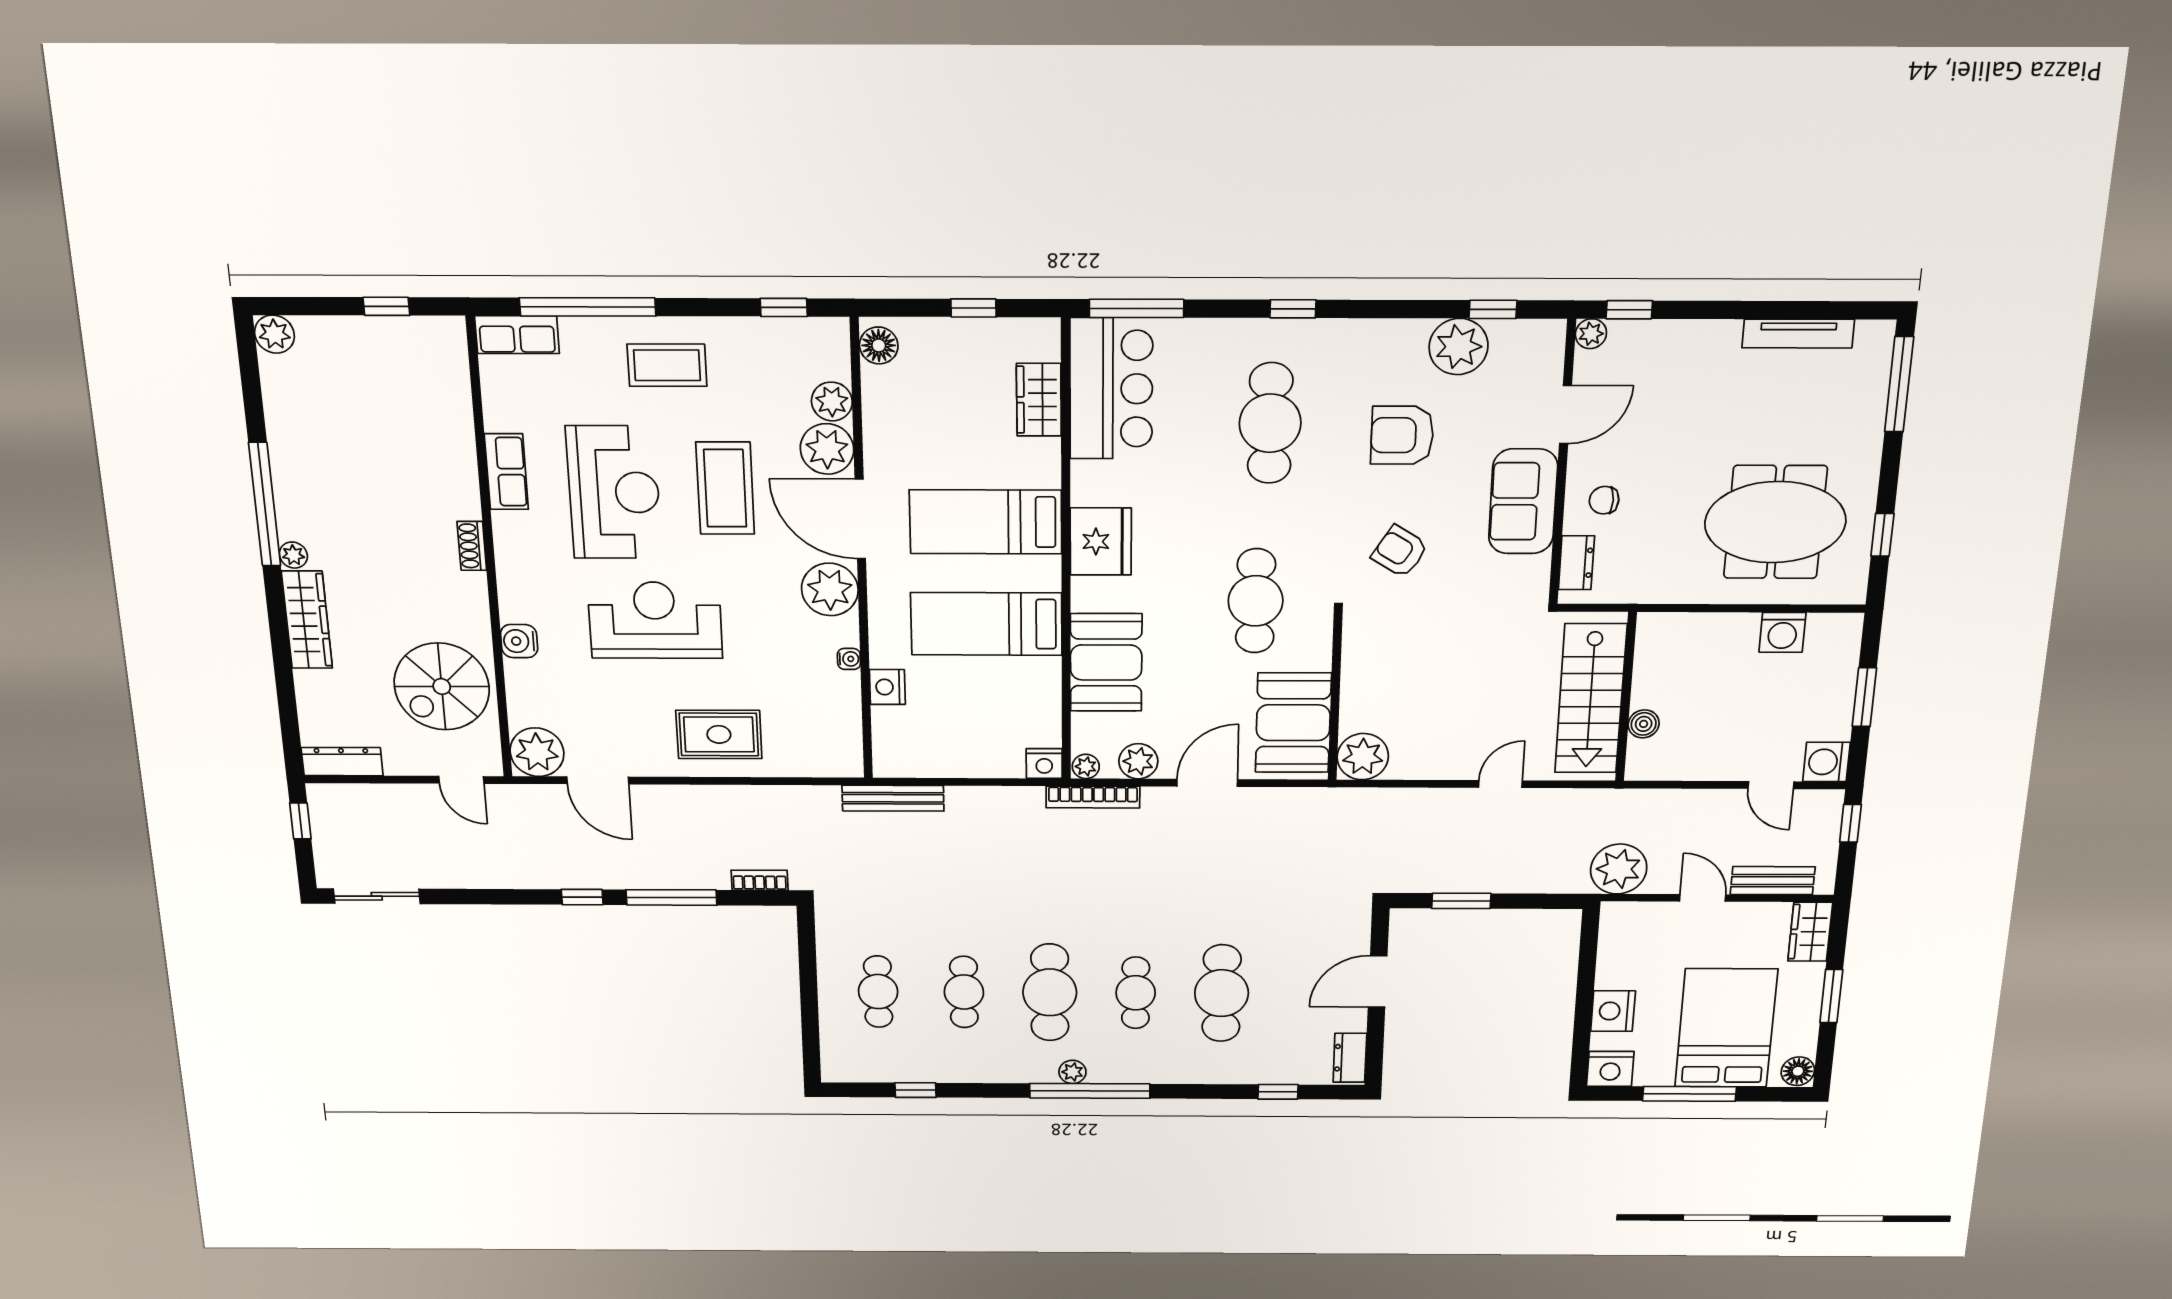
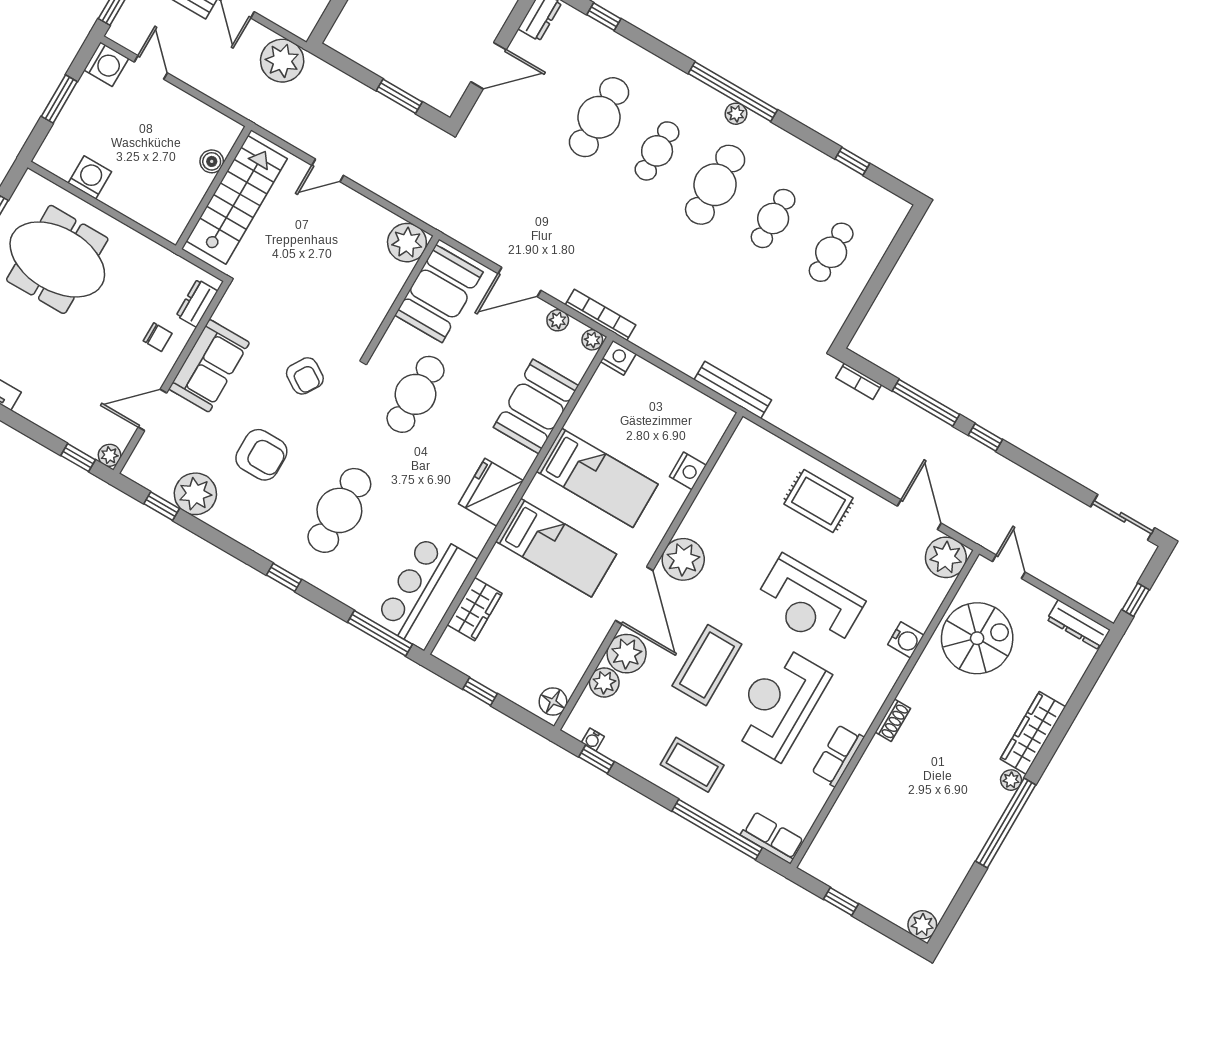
water cooler: (849, 659) -> (593, 740), moved, turned -90
plant: (1138, 761) -> (558, 320), width x0.73, depth x0.73

